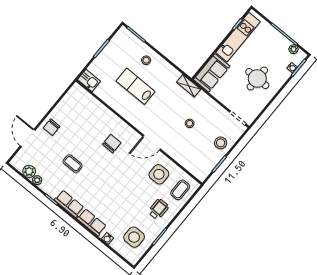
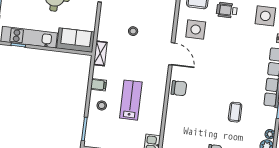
filing cabinet: (164, 68) -> (98, 85), added
lab bench: (136, 86) -> (131, 100), turned 180
chair: (112, 144) -> (179, 88), moved, turned 180

